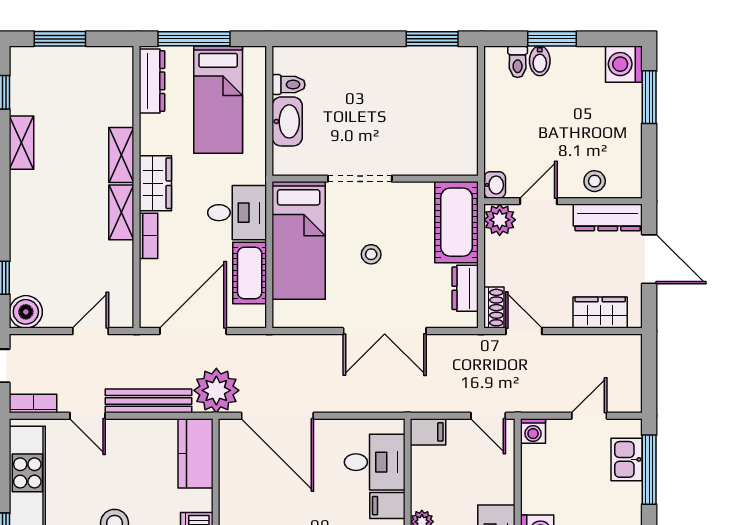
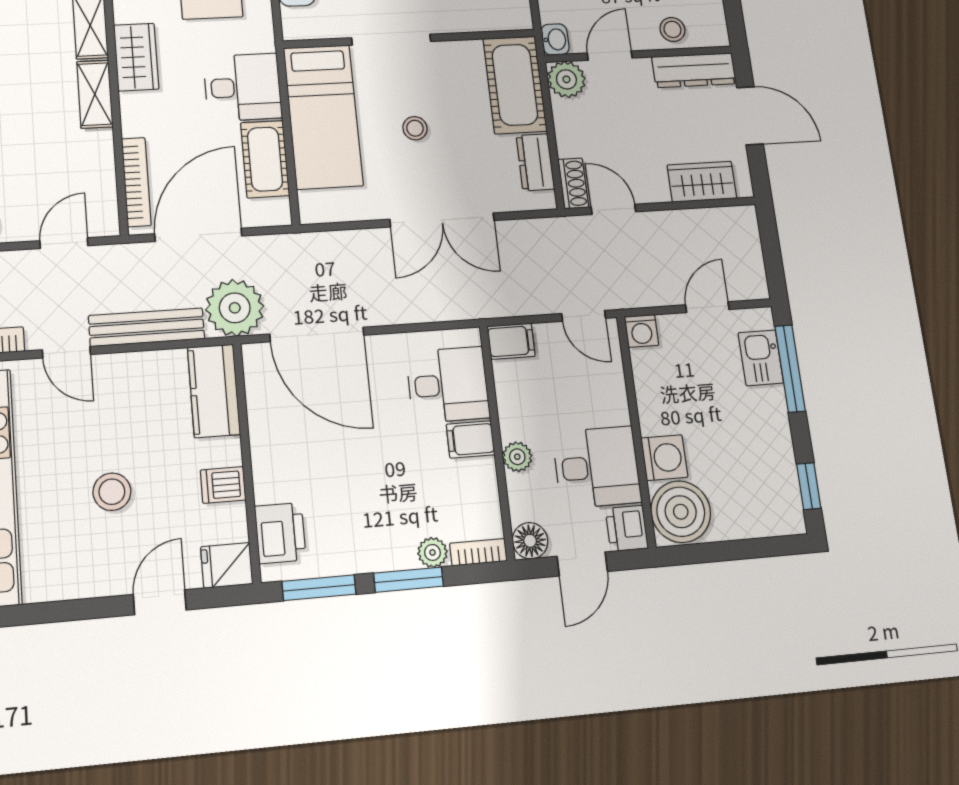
bookcase: (148, 236) -> (136, 182), moved, width x1.56

